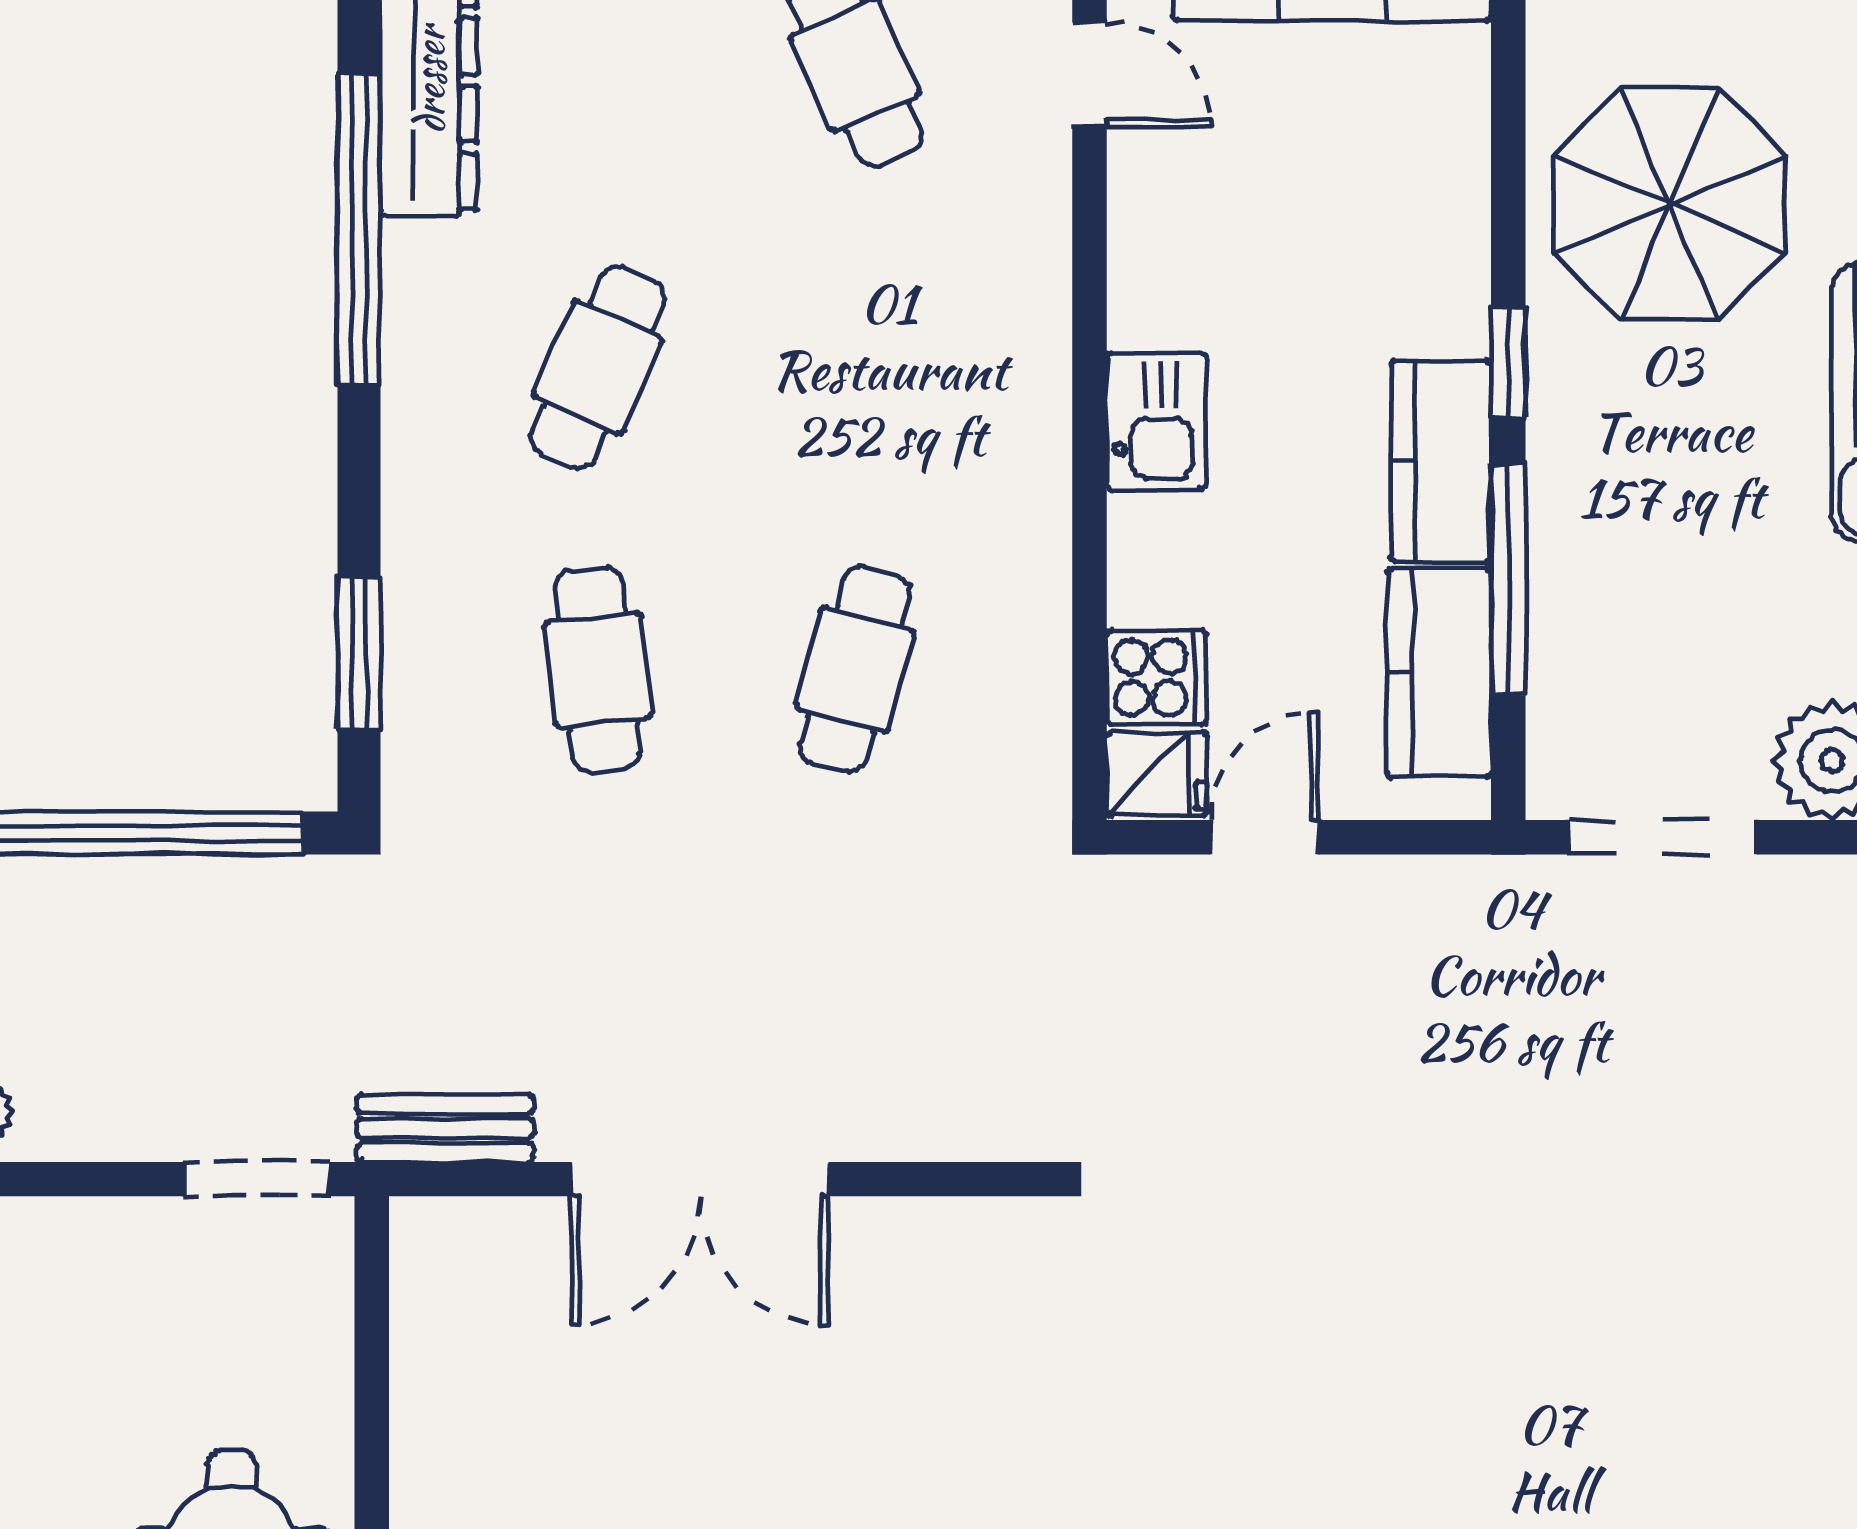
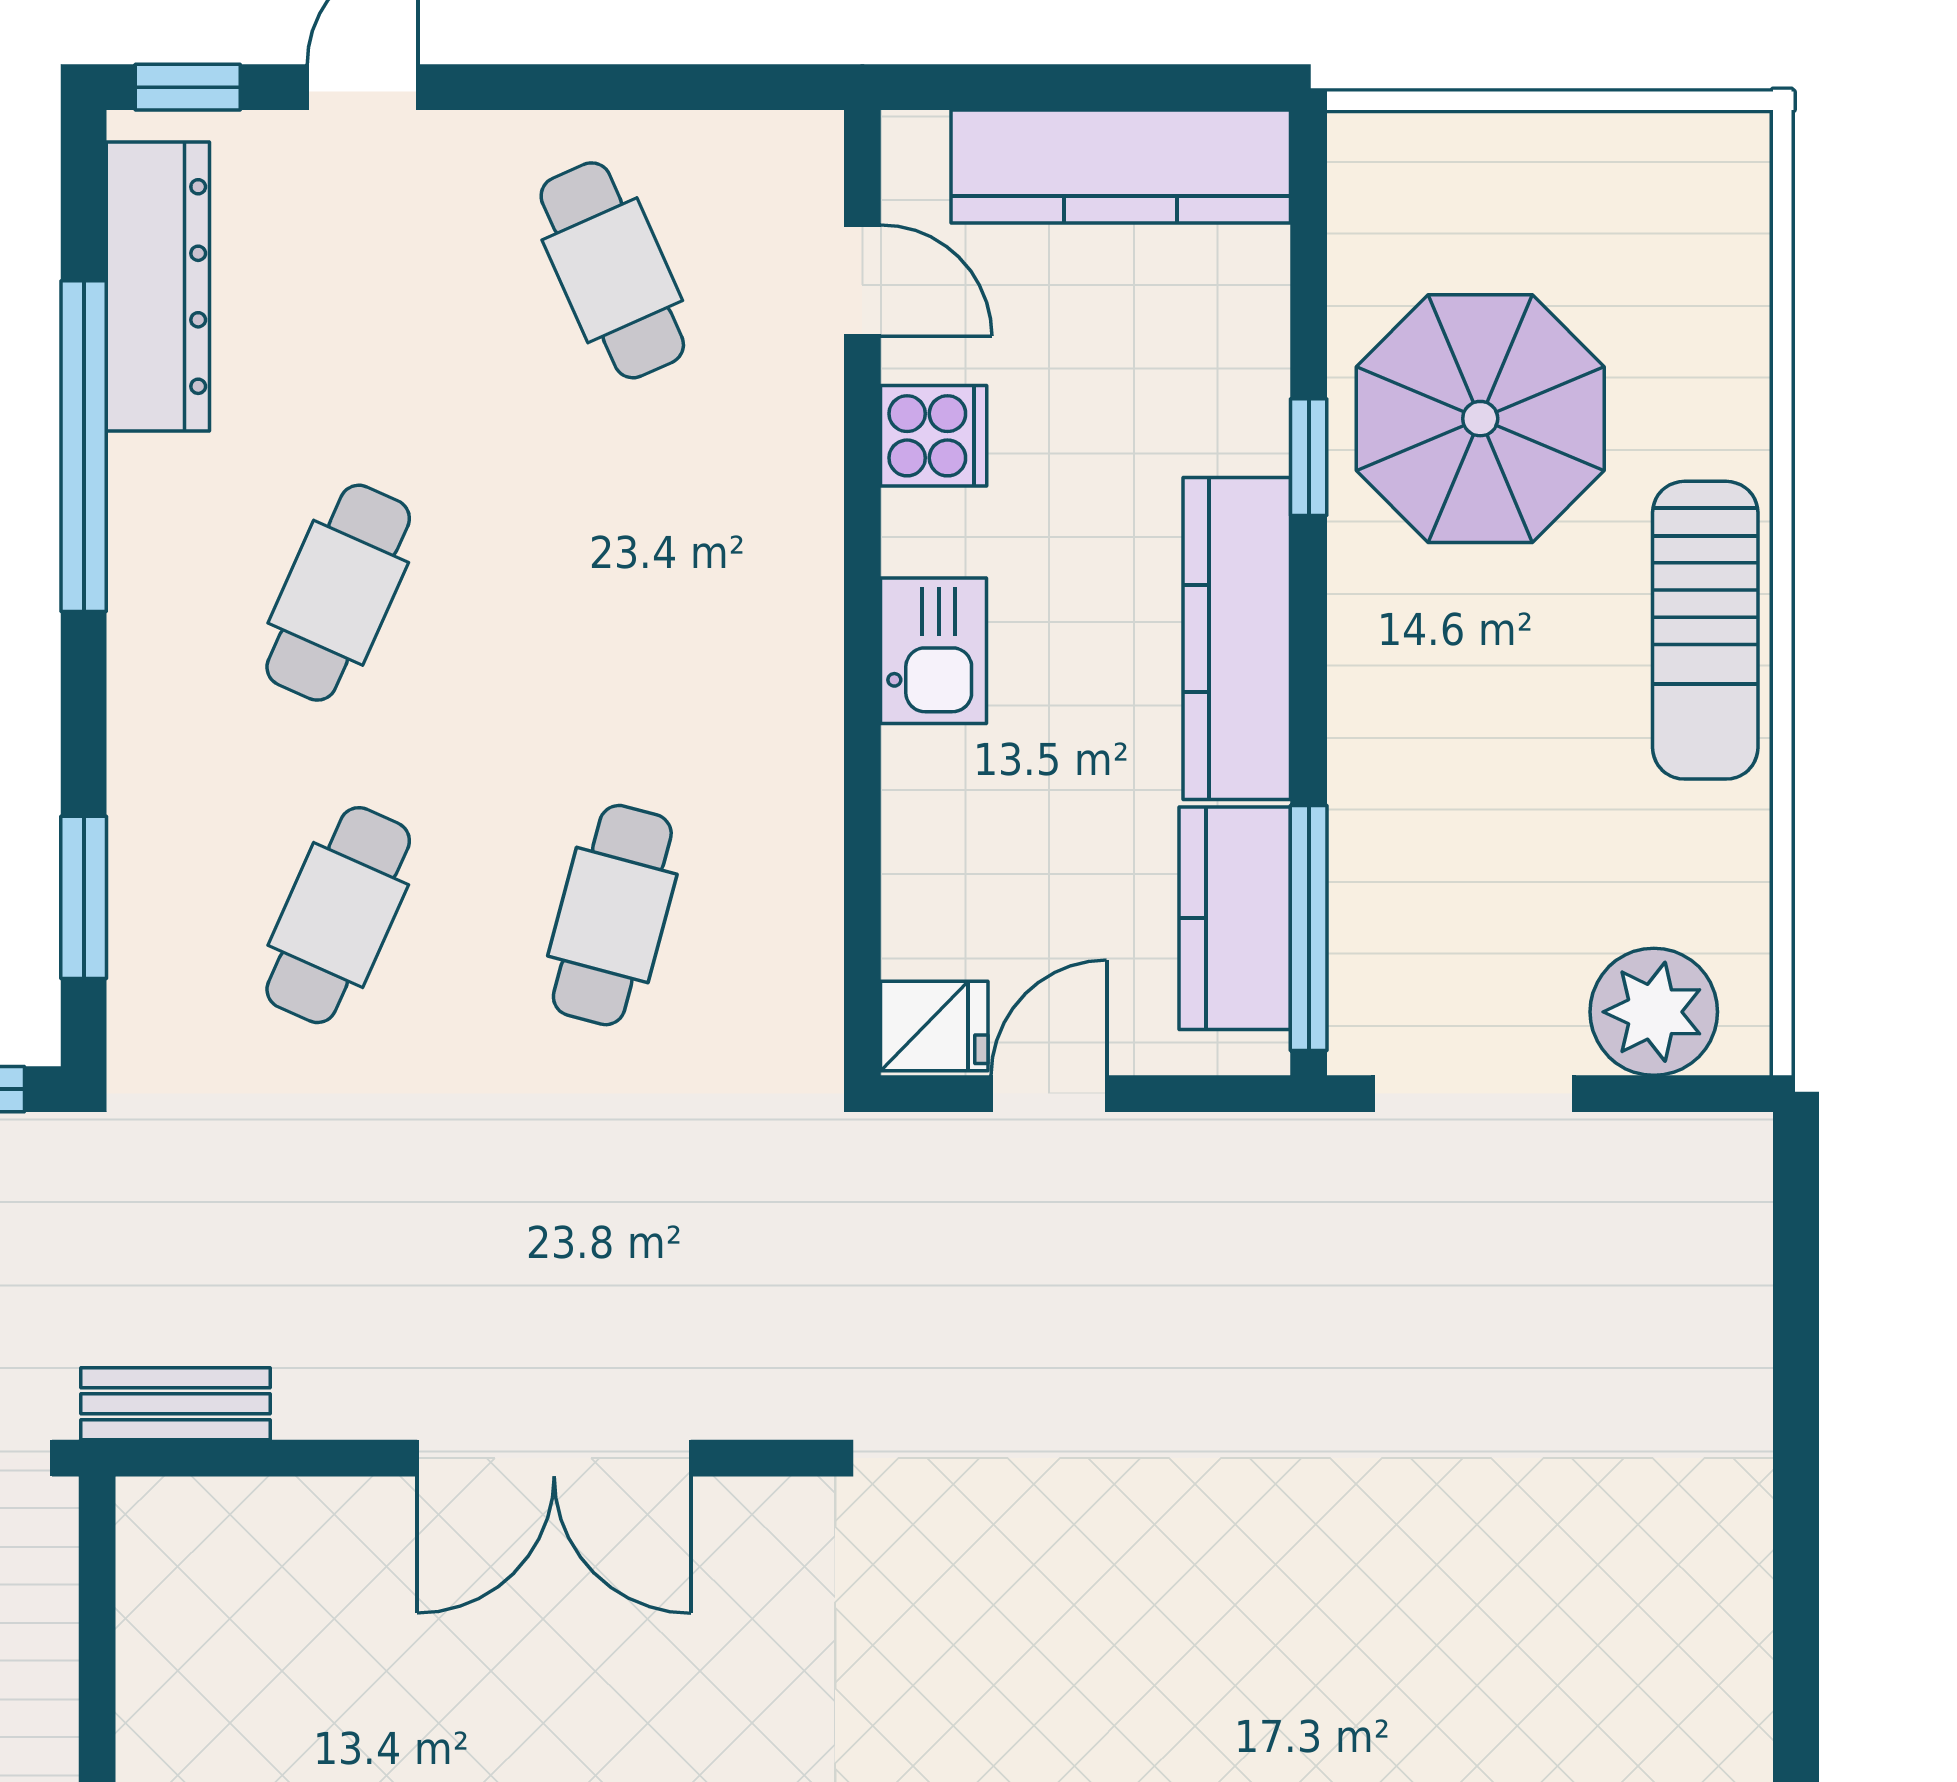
window: (1508, 363) -> (1309, 457), moved
kitchen counter: (1441, 461) -> (1237, 638), width x1.50
window: (1508, 580) -> (1309, 928), moved
cafe table: (598, 670) -> (338, 915), turned 30
cooker: (1156, 678) -> (934, 436), moved
double door: (700, 1179) -> (554, 1458), moved

